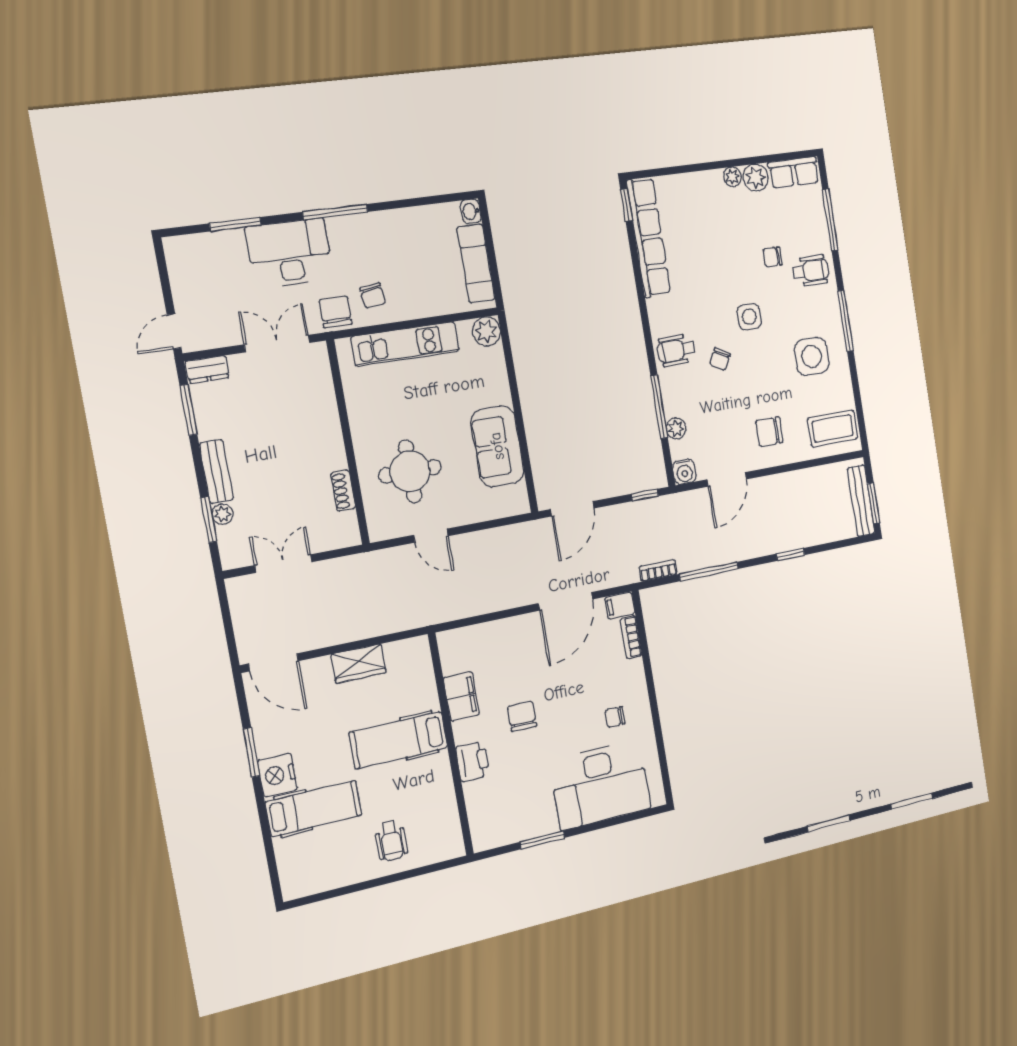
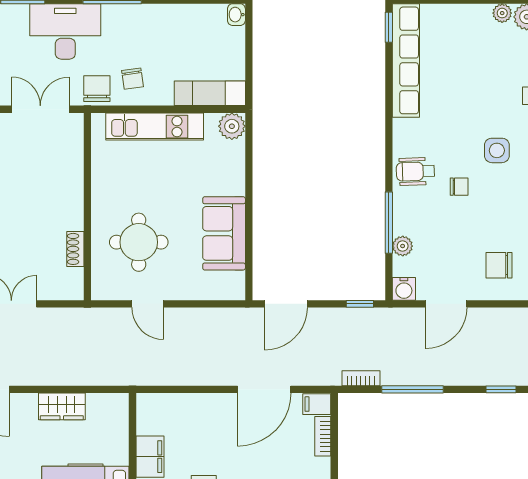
exam couch: (476, 264) -> (210, 93), moved, turned 90
chair: (720, 359) -> (459, 187), turned -119

